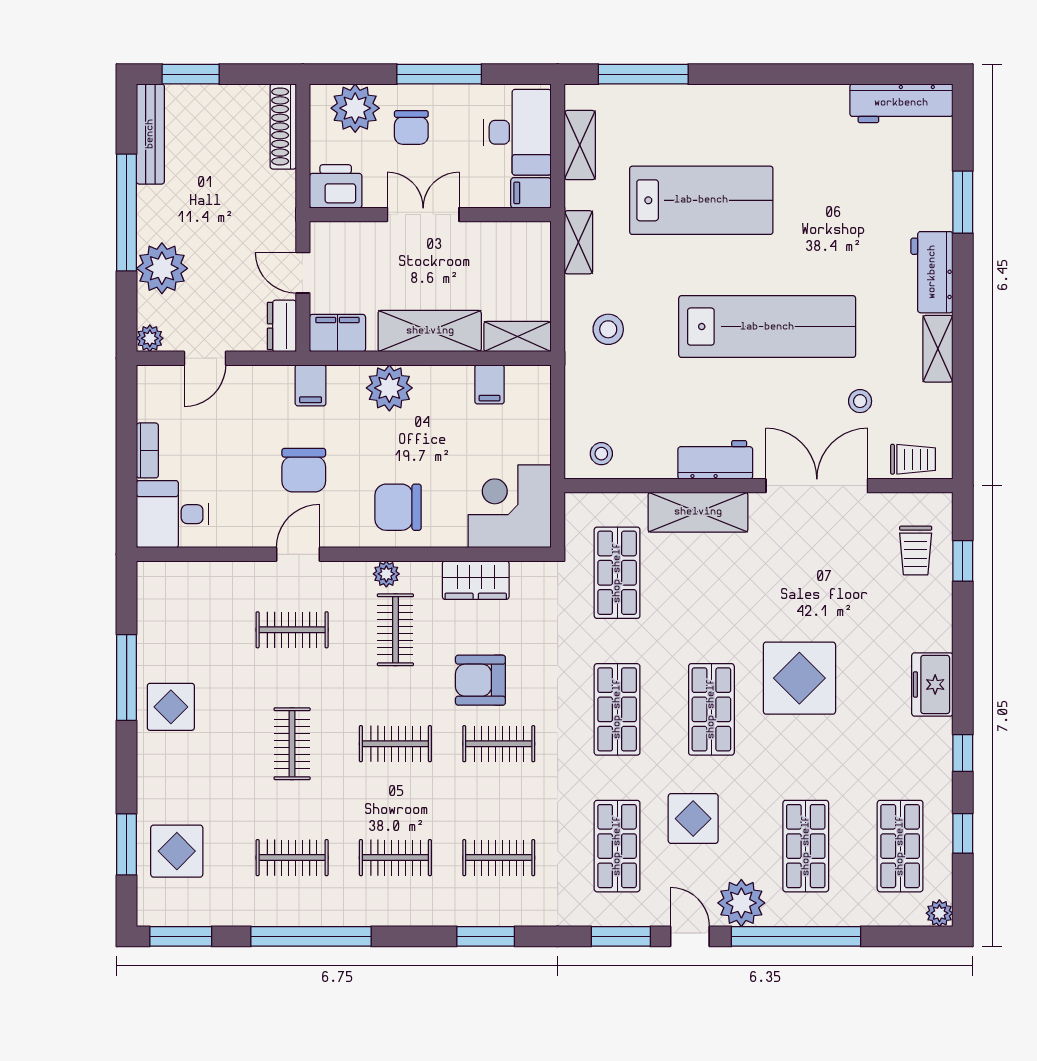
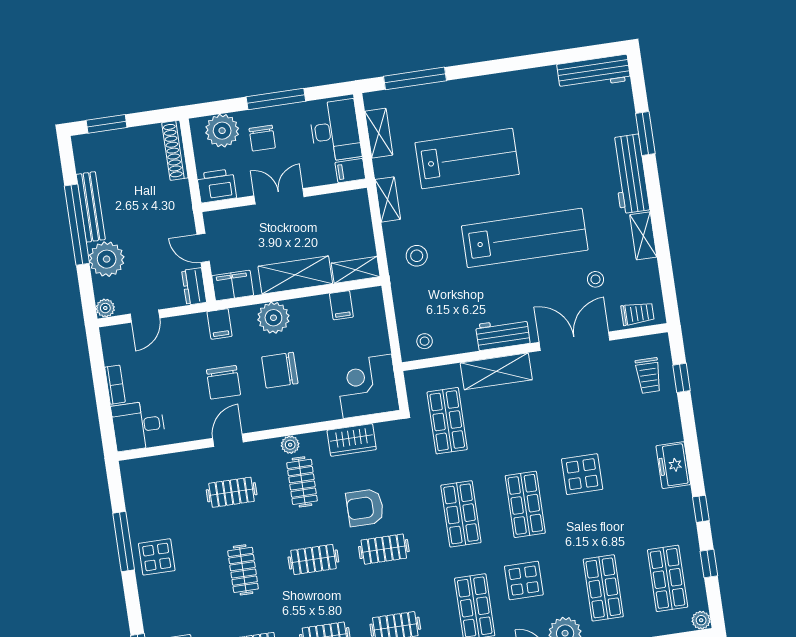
bench: (150, 134) -> (91, 207), moved
workbench: (932, 272) -> (630, 174), width x1.37
chair: (398, 507) -> (280, 370), moved
display table: (799, 678) -> (582, 474), width x0.73, depth x0.73

